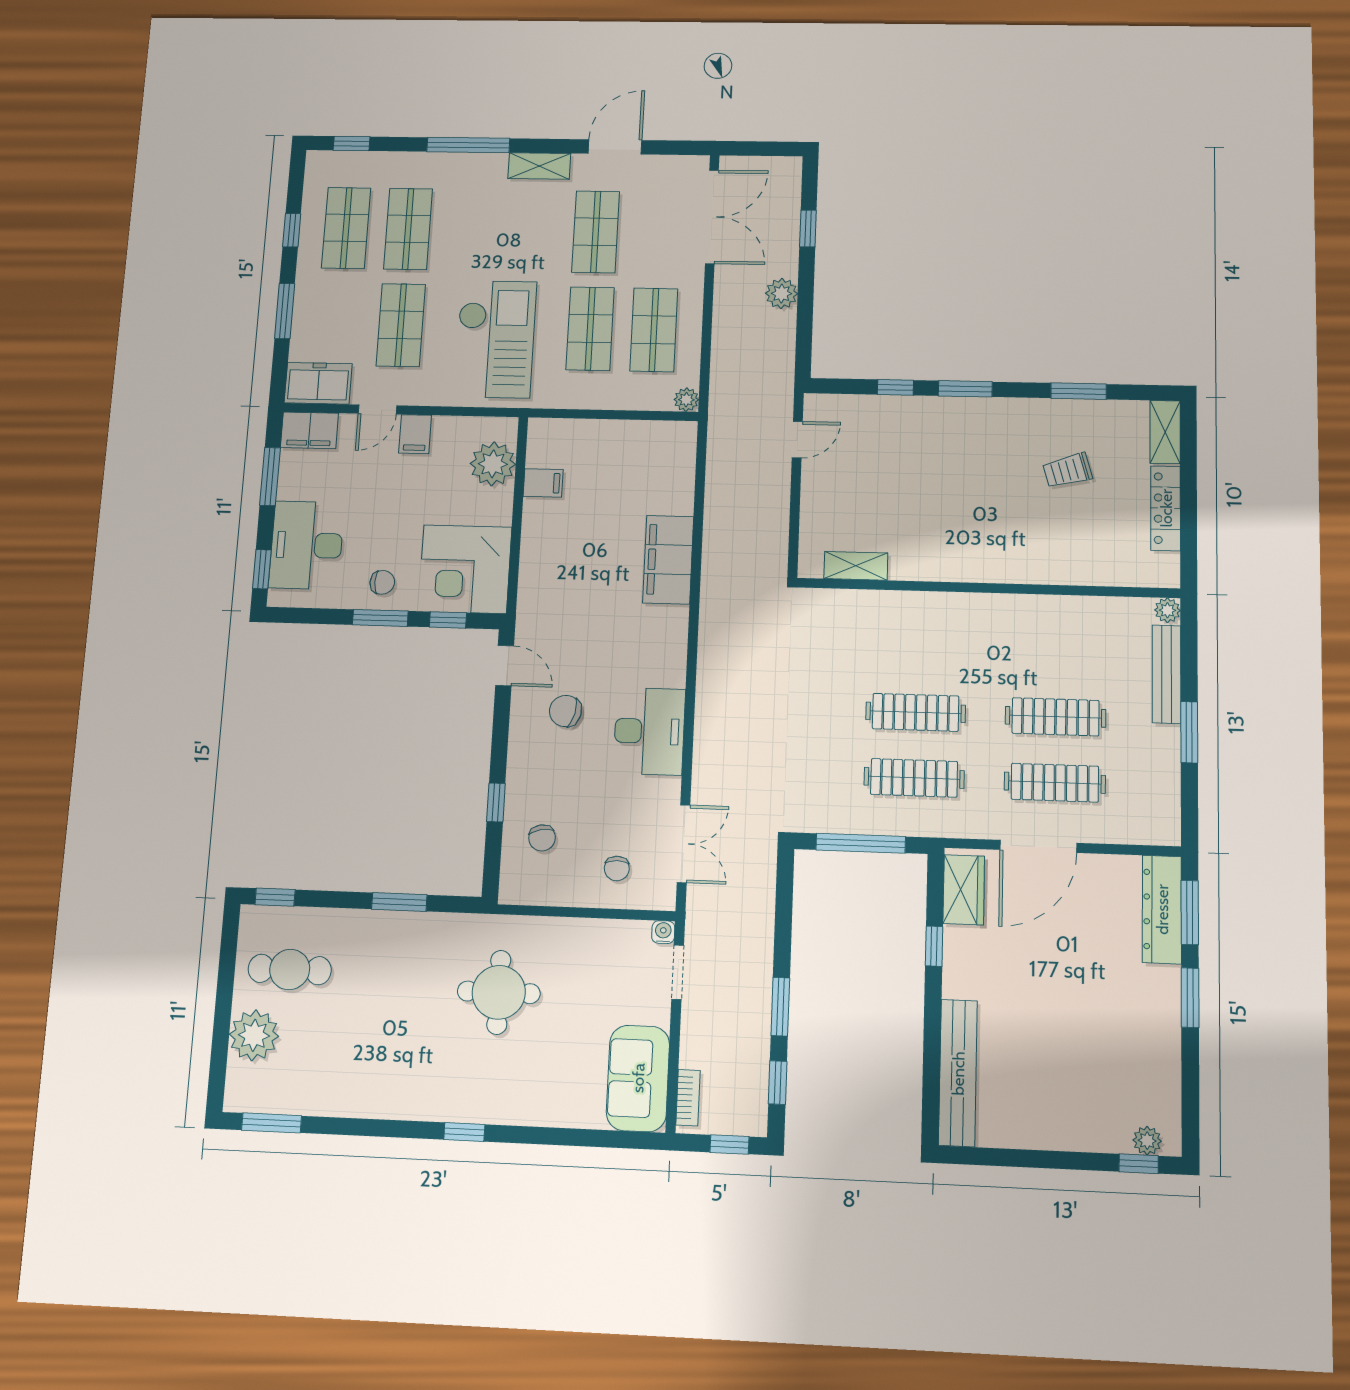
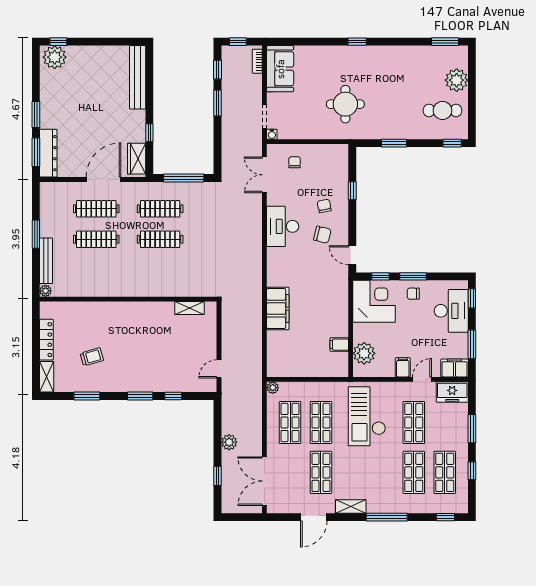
chair: (542, 838) -> (324, 206), moved
plant: (1147, 1141) -> (55, 57), width x1.87, depth x1.87

